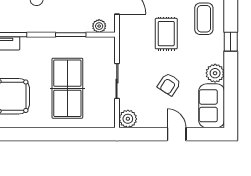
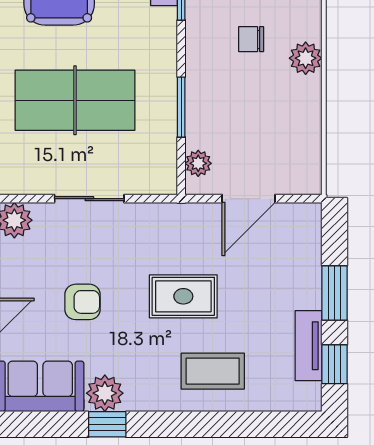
window: (231, 42) -> (107, 424), moved
armchair: (169, 84) -> (83, 302), turned 147

